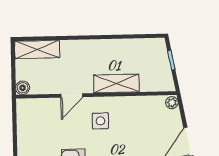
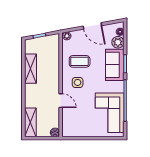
shelving: (116, 83) -> (30, 69), moved
coffee table: (133, 123) -> (80, 61), added

